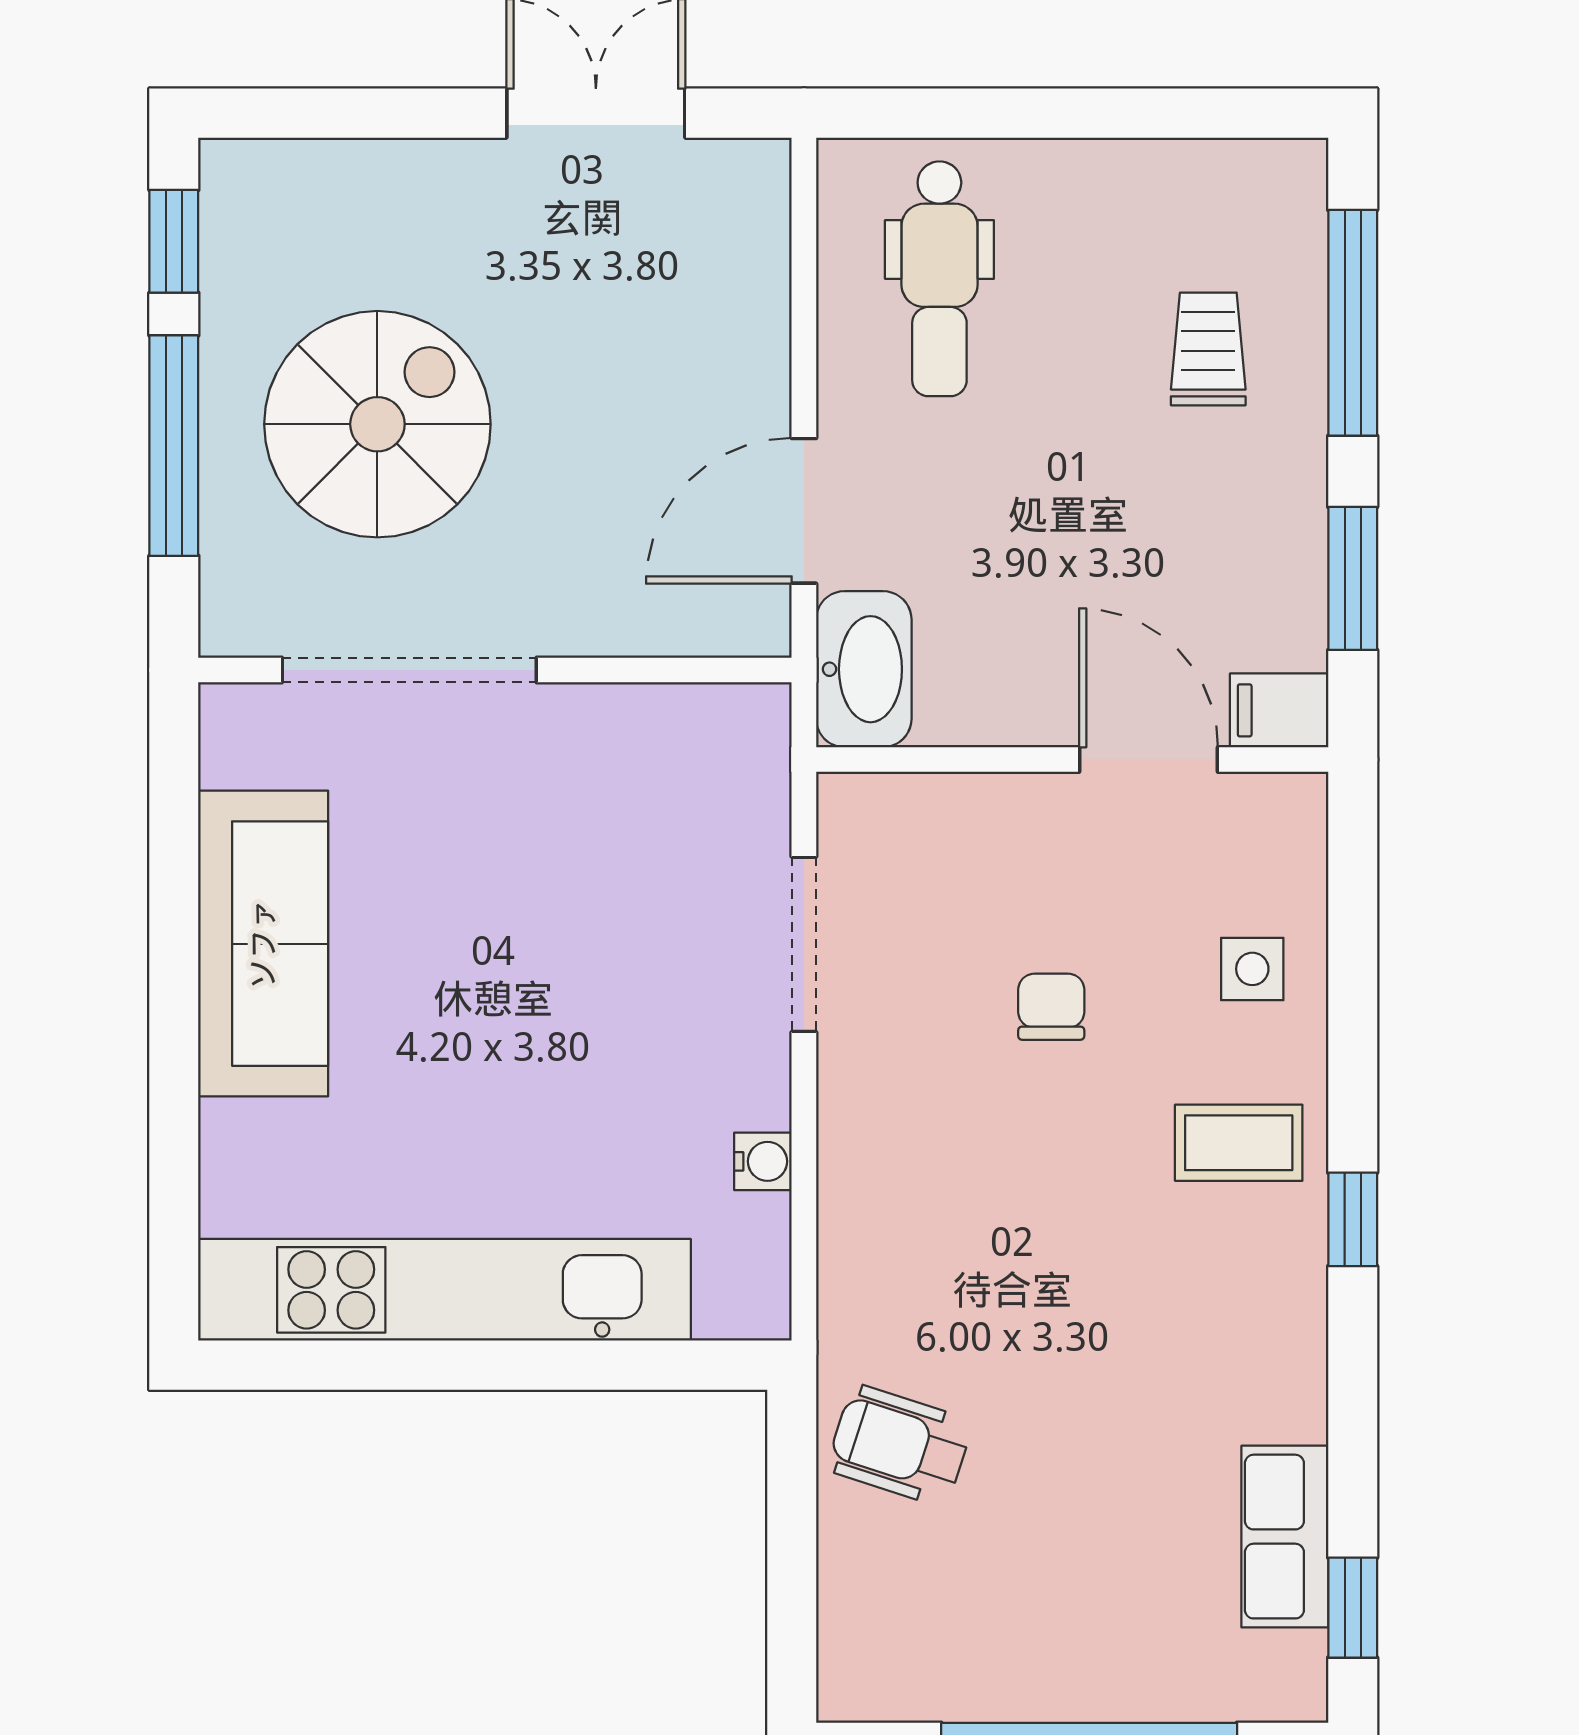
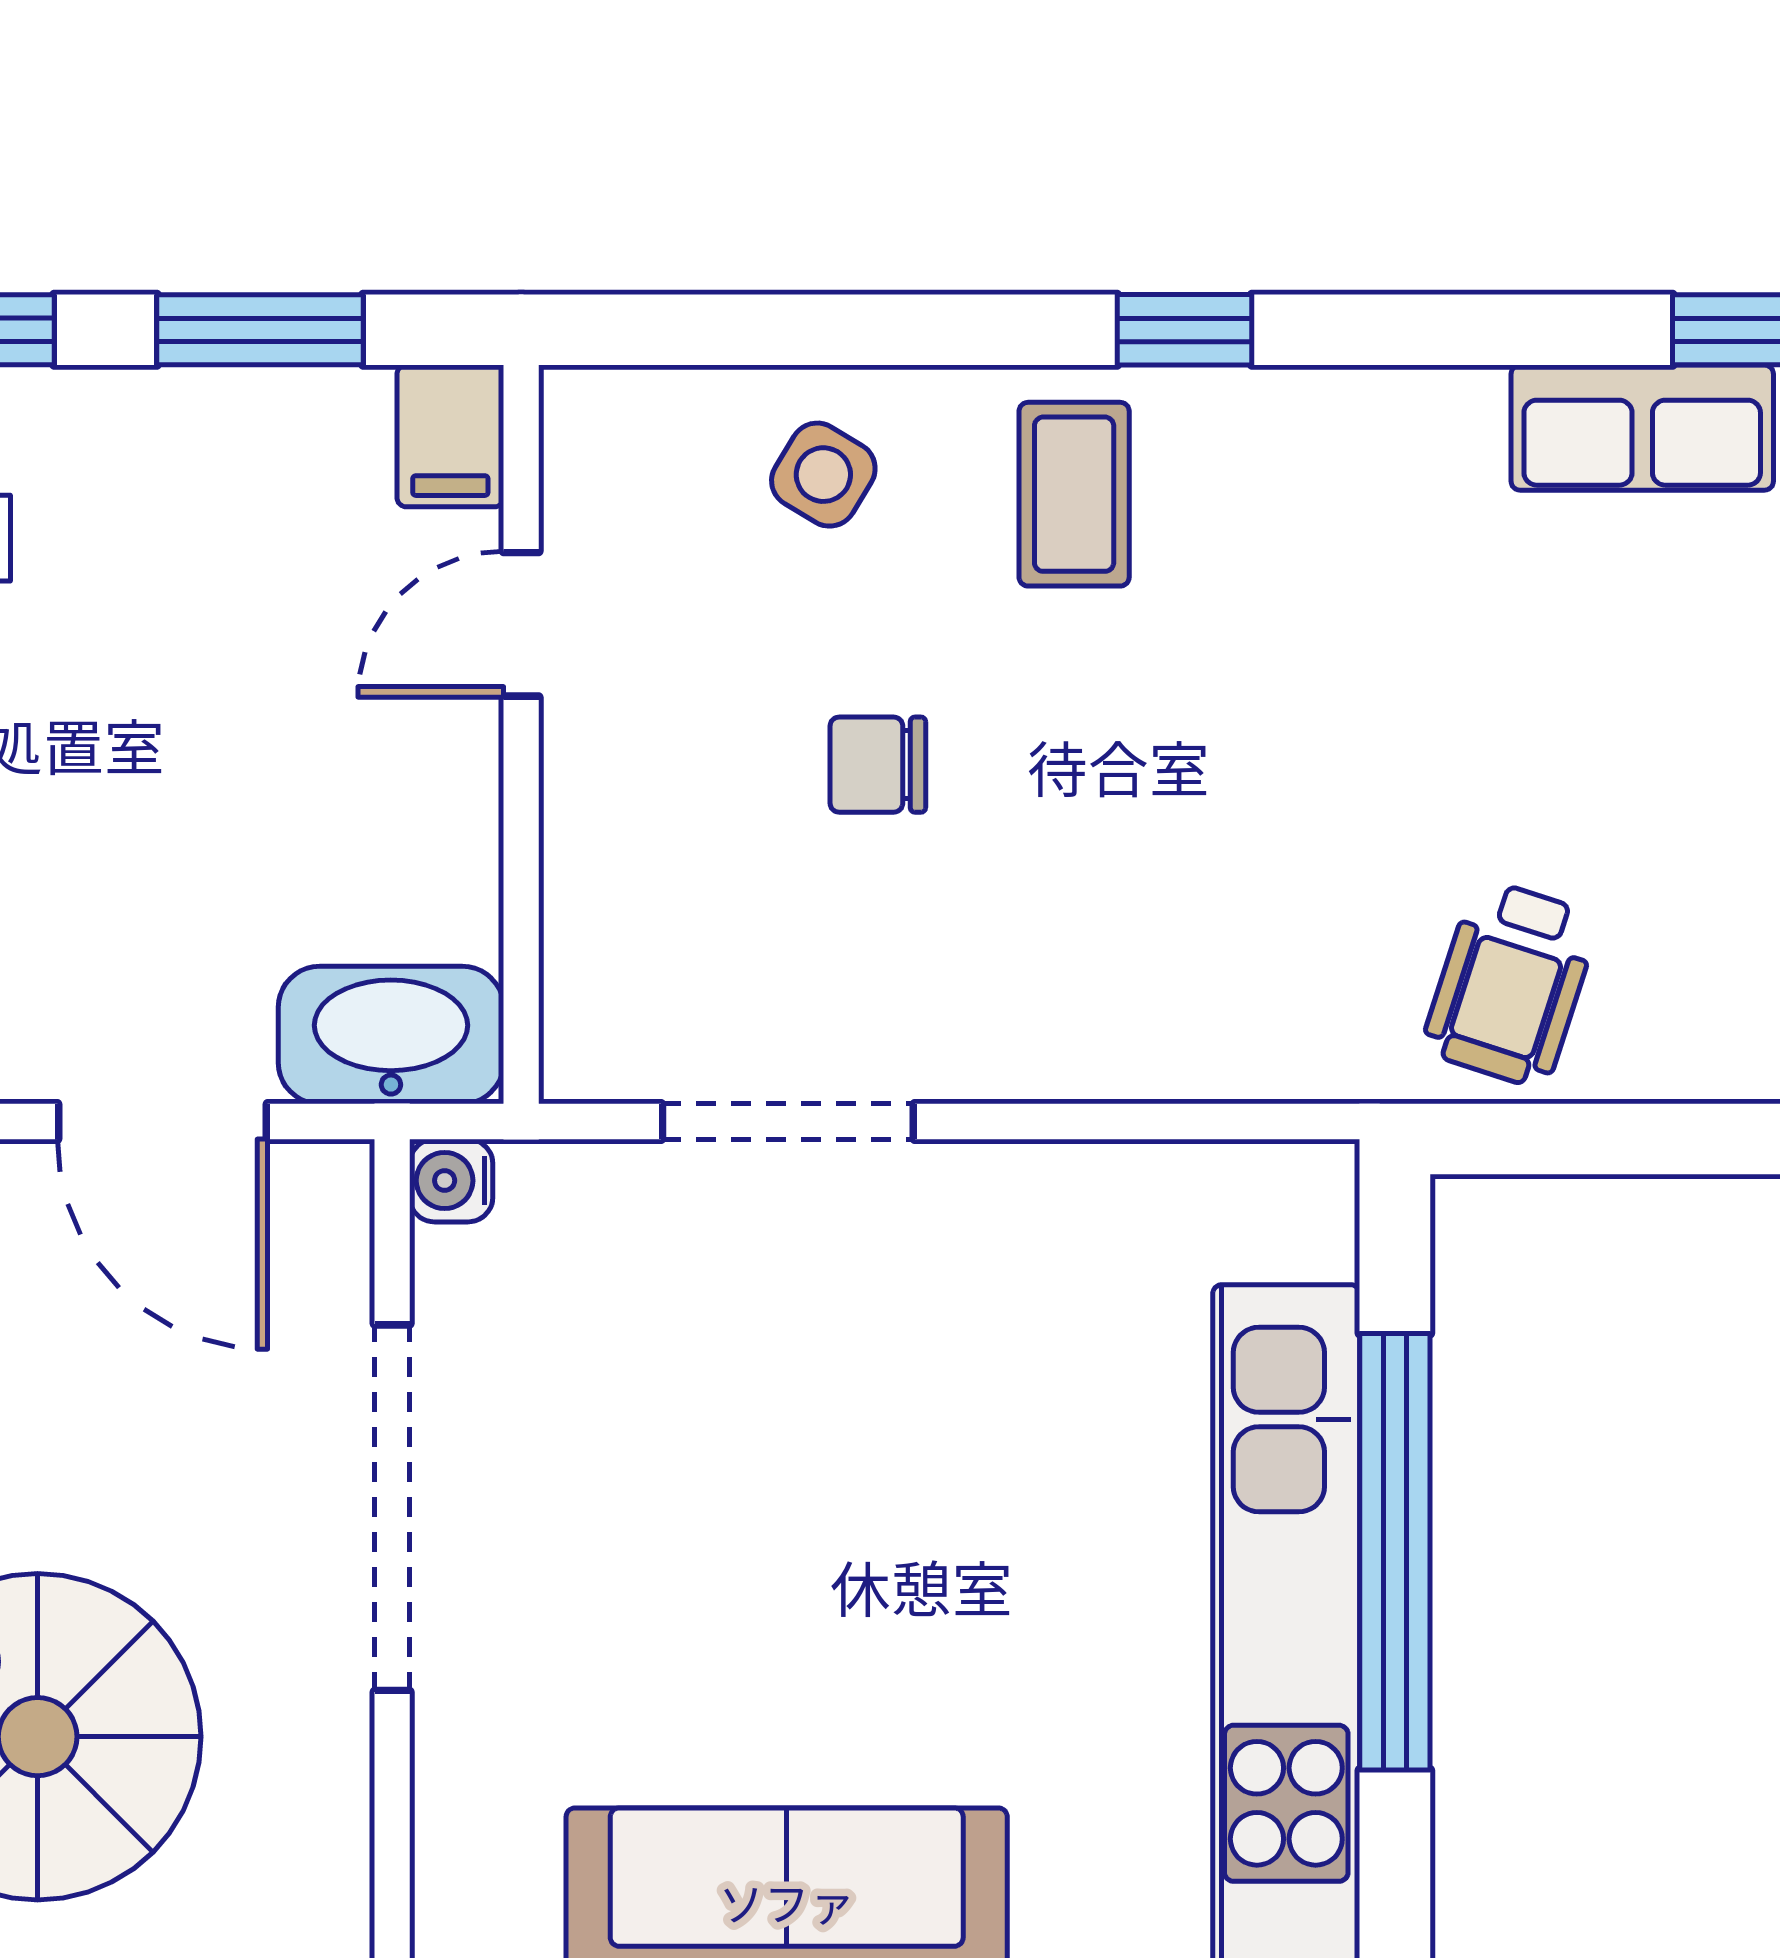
doorway: (409, 670) -> (392, 1508), moved
door: (1148, 759) -> (521, 624), width x0.73
side table: (1252, 969) -> (823, 475), turned 31
water cooler: (763, 1161) -> (451, 1181), moved, turned -90
window: (506, 1365) -> (1395, 1552), added

